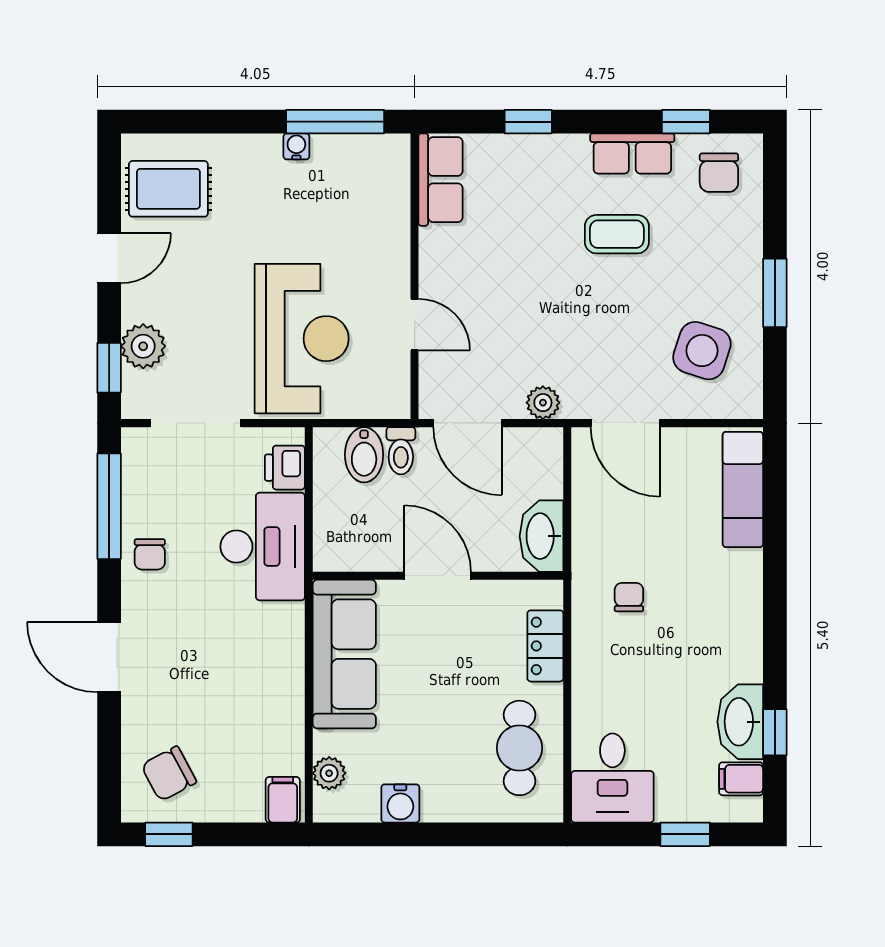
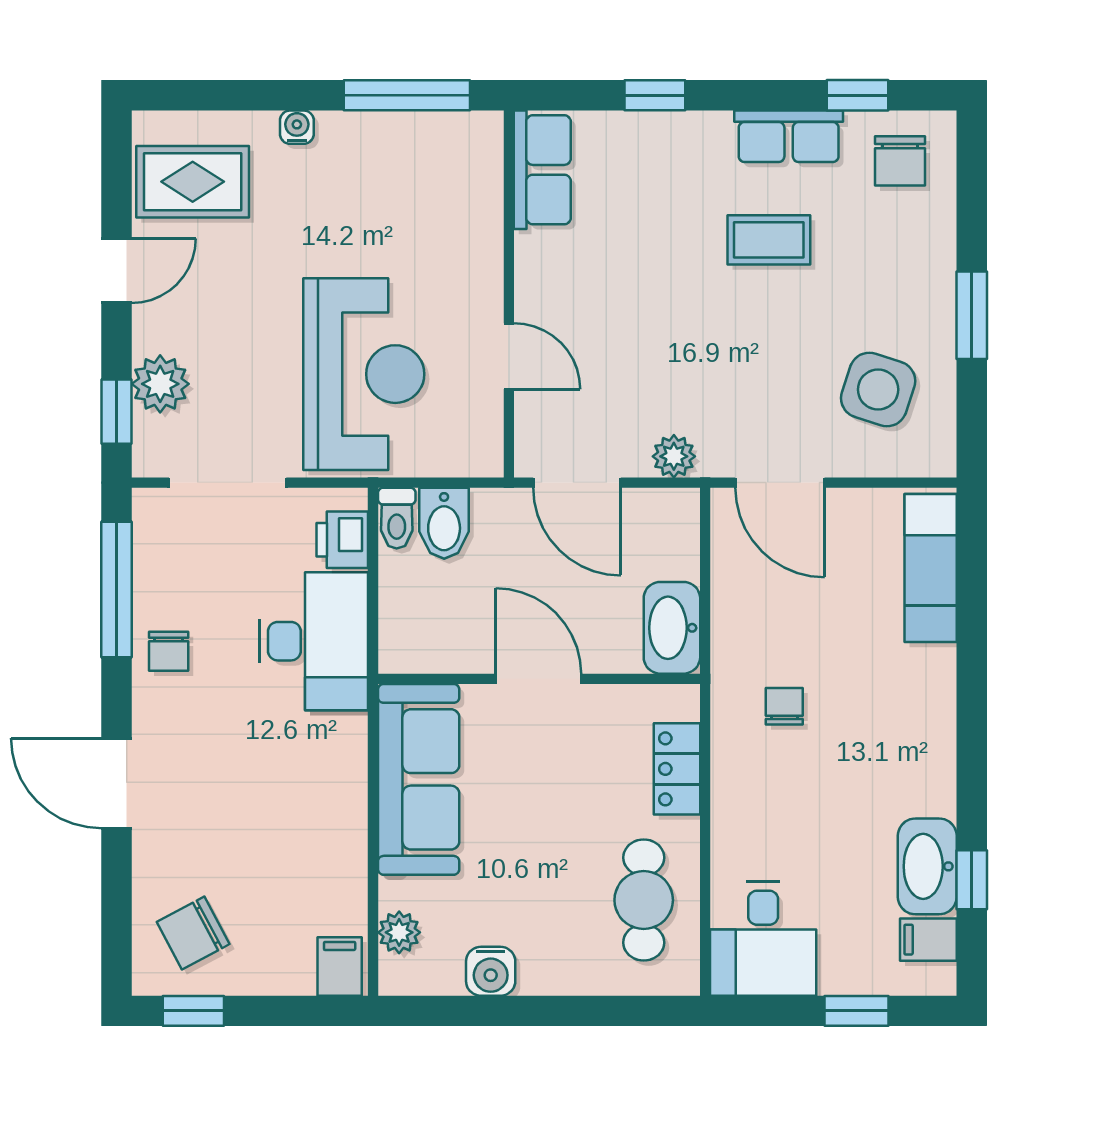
water cooler: (296, 146) -> (297, 127), moved
toilet: (401, 451) -> (397, 518), moved

